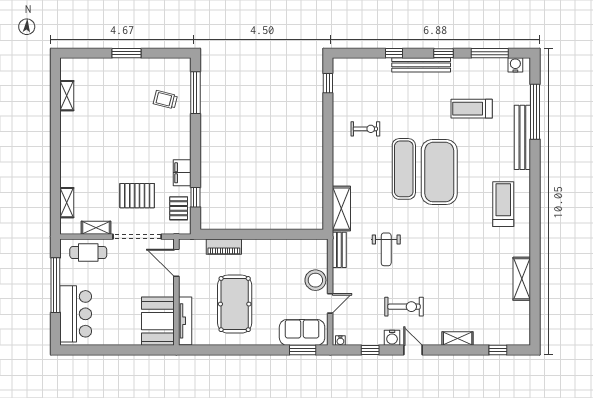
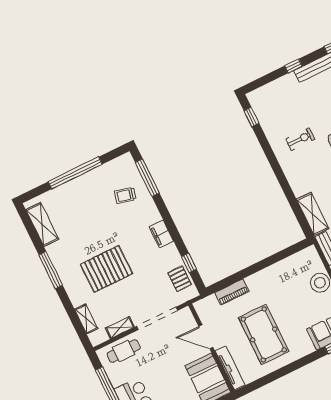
window: (127, 53) -> (75, 173), width x2.11
shelving: (67, 96) -> (42, 224), width x1.50, depth x1.33
window: (55, 137) -> (51, 270), added
filing cabinet: (182, 173) -> (161, 234), moved
pallet: (137, 196) -> (106, 269), moved, width x1.37, depth x1.41
door: (176, 263) -> (206, 337), moved

